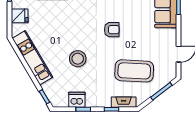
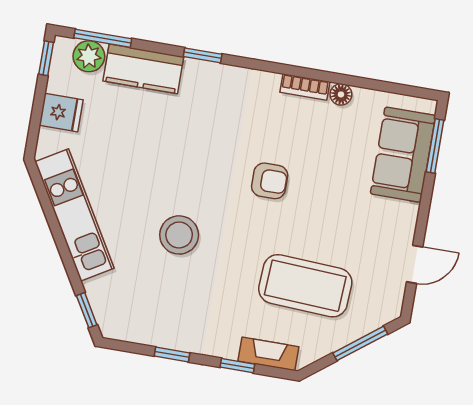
dishwasher: (77, 100) -> (161, 330), removed

